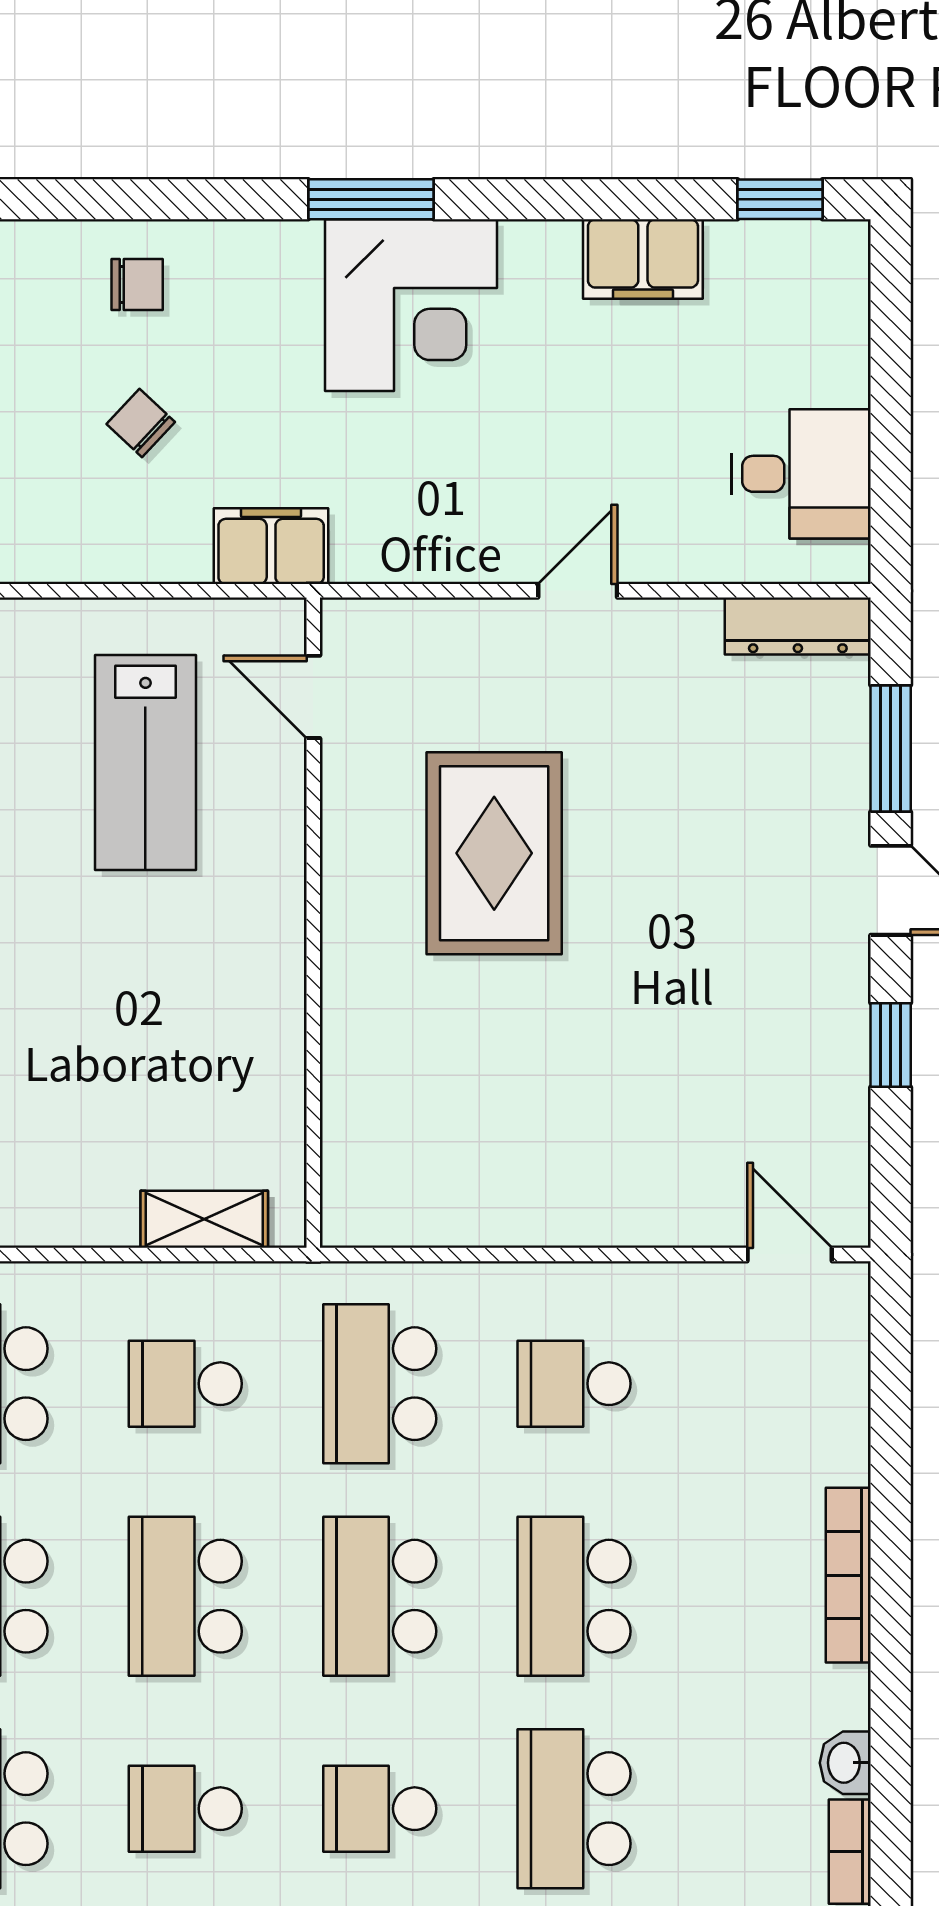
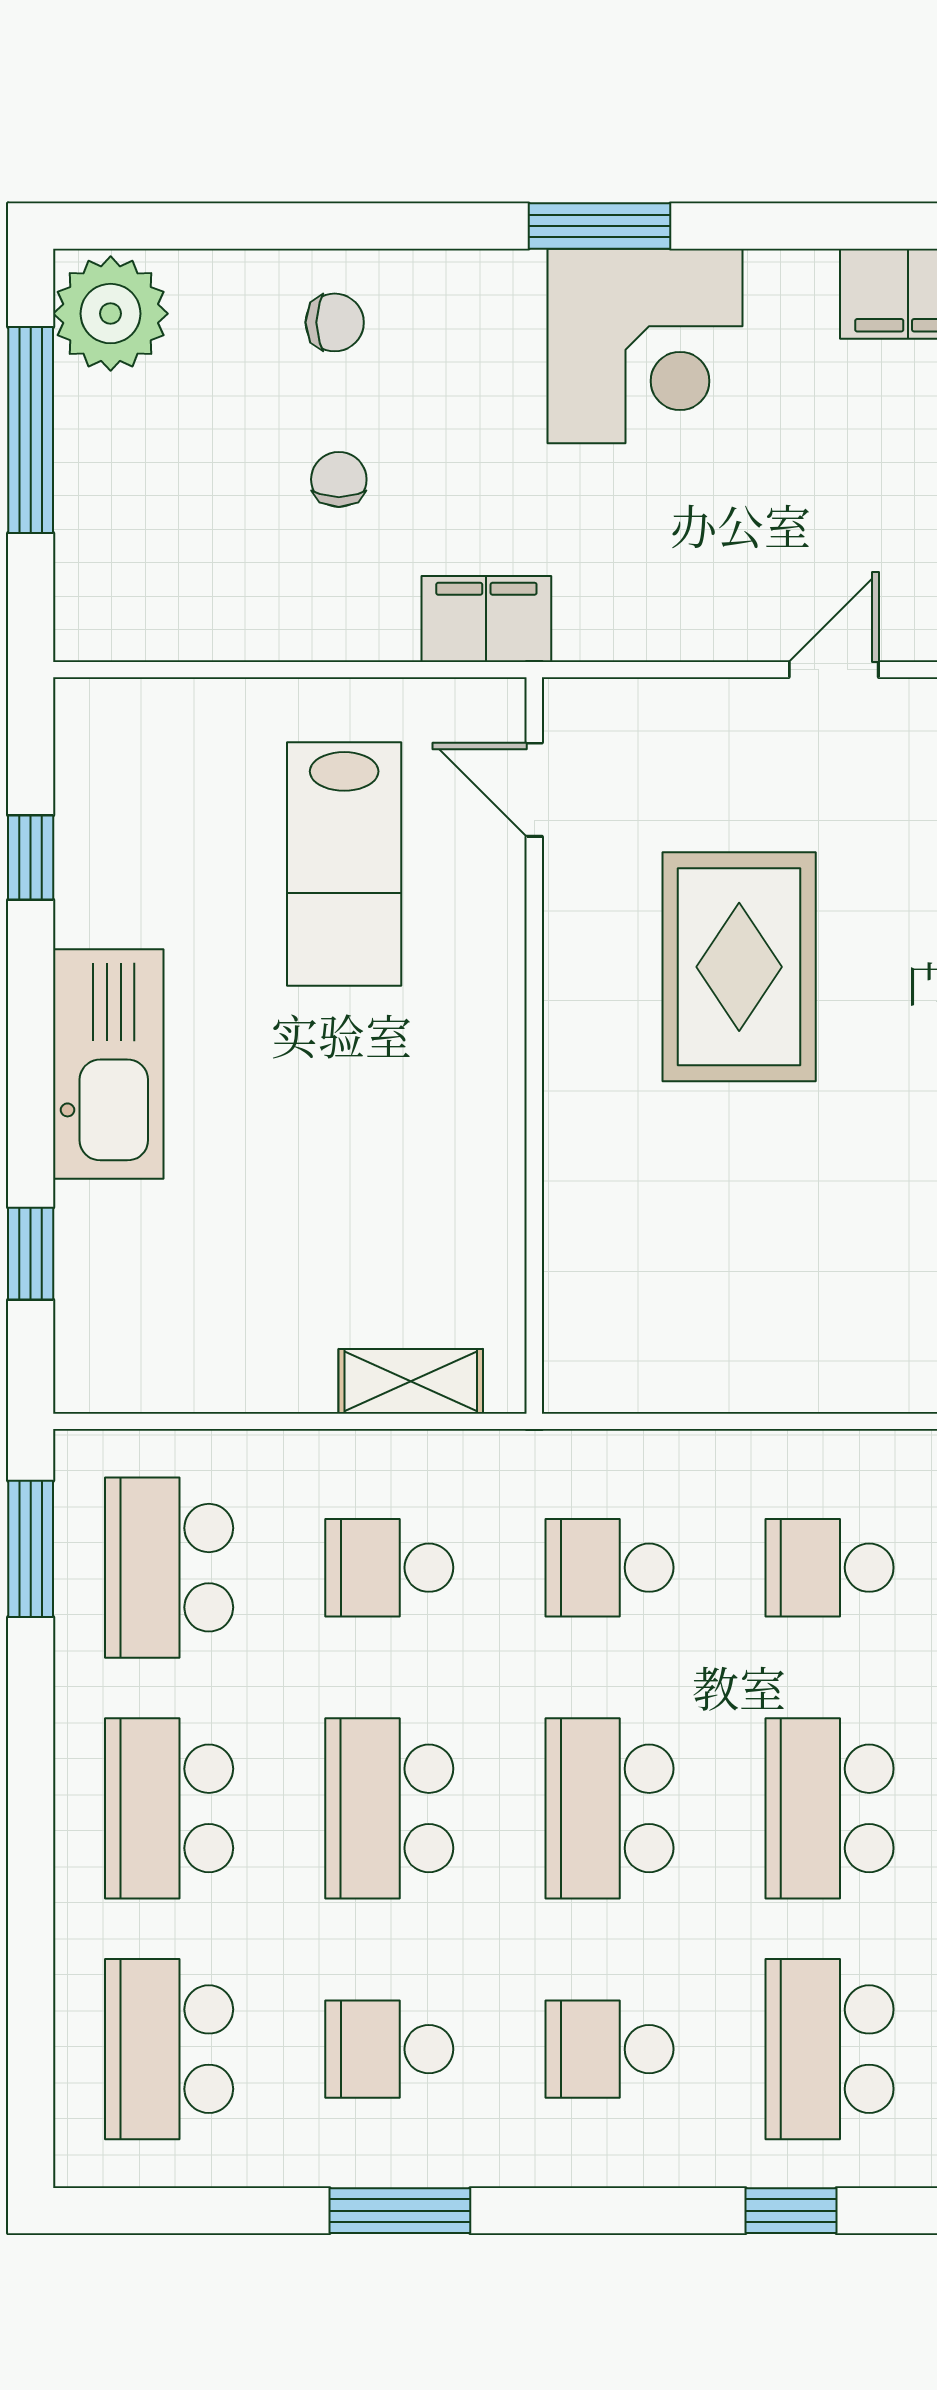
chair: (141, 423) -> (339, 479), turned 47
school desk: (380, 1384) -> (609, 1568), width x0.54

